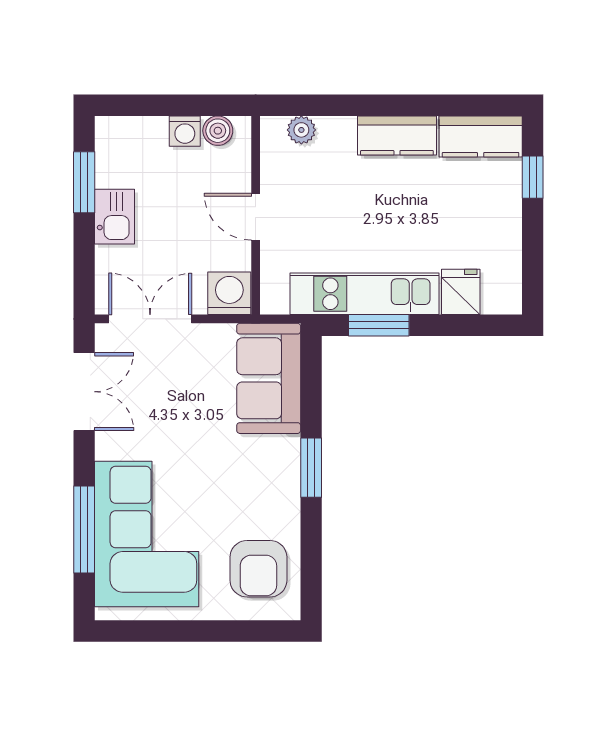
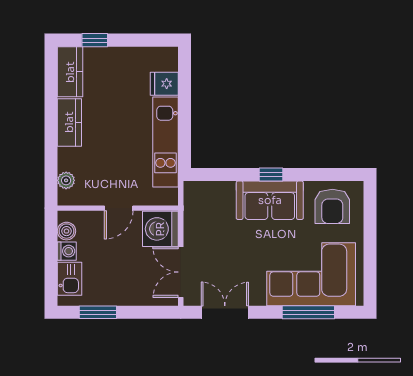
kitchen sink: (115, 217) -> (70, 279), moved, turned 90
washing machine: (229, 293) -> (160, 229), width x1.37, depth x1.37
window: (379, 325) -> (185, 133), removed
sofa: (269, 378) -> (270, 200), moved
window: (311, 468) -> (271, 174), width x0.67
armchair: (258, 569) -> (332, 206), turned 90

